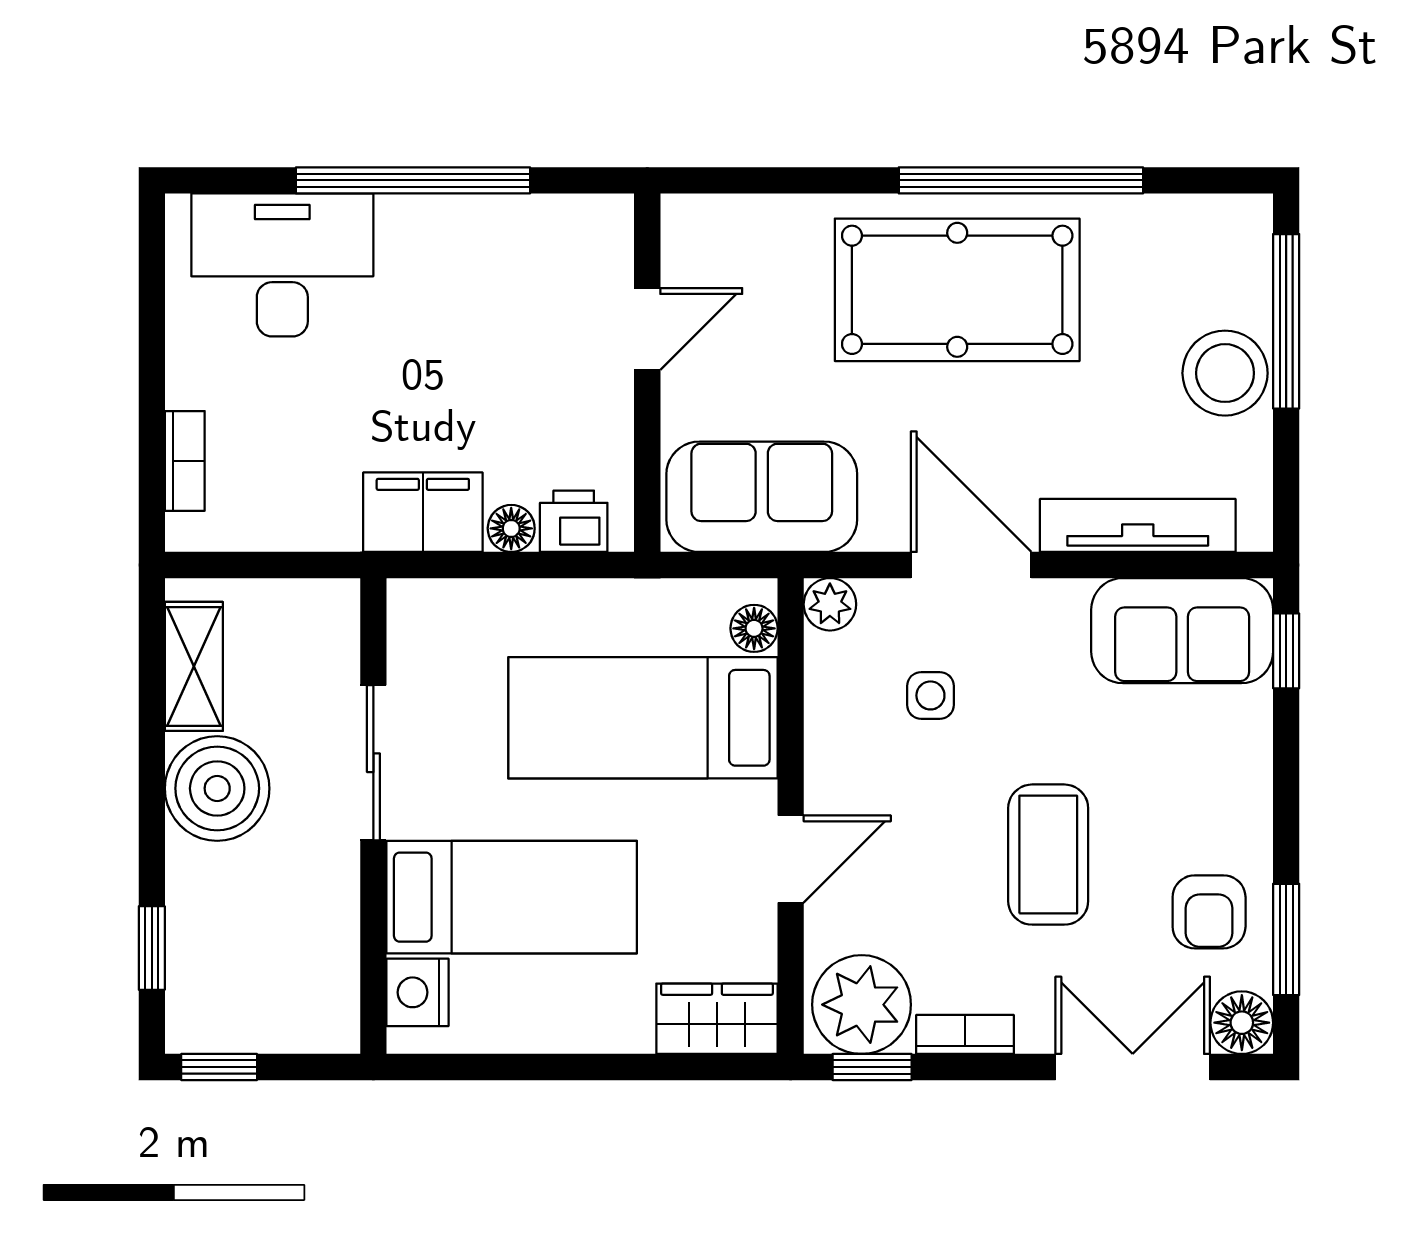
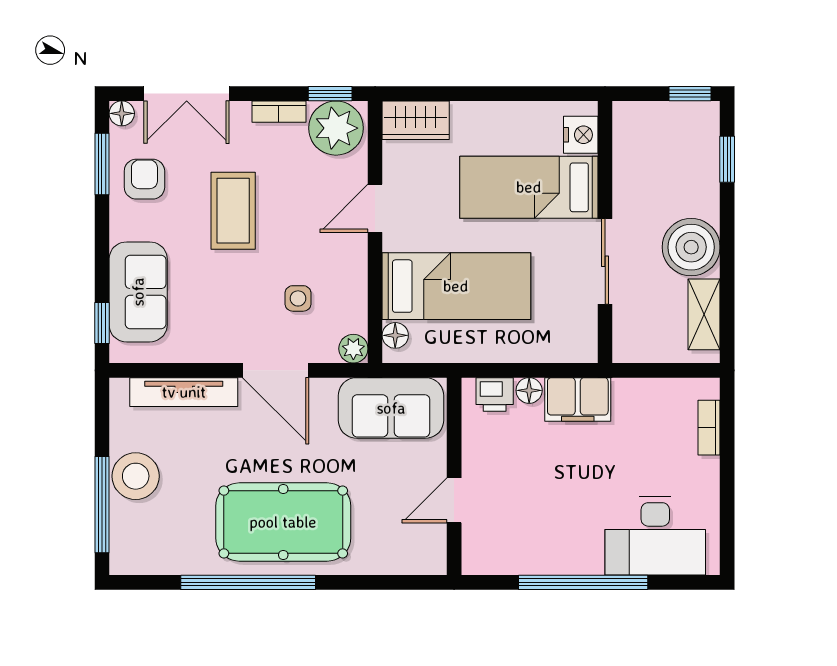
sofa: (1182, 631) -> (138, 292), moved, turned 90
floor lamp: (1242, 1023) -> (122, 113), width x0.73, depth x0.73

